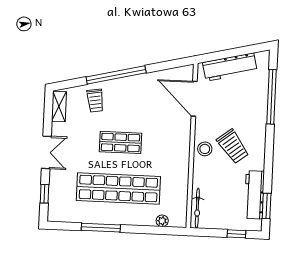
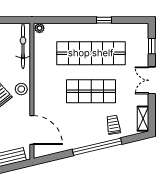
shop shelf: (120, 142) -> (91, 91), width x1.43, depth x1.36
bicycle: (197, 208) -> (23, 46), width x1.37, depth x1.40
plant: (162, 221) -> (39, 28), moved
window: (101, 228) -> (104, 20), width x0.46

